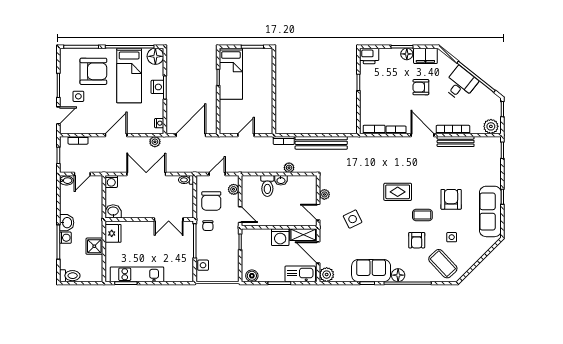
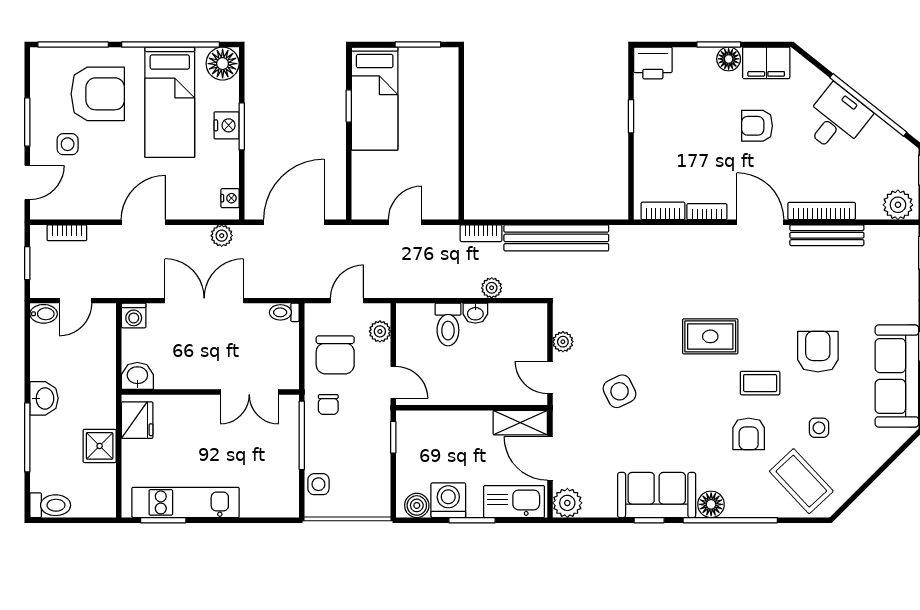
washing machine: (280, 237) -> (448, 500), moved, turned 180
washing machine: (65, 238) -> (41, 429), removed

